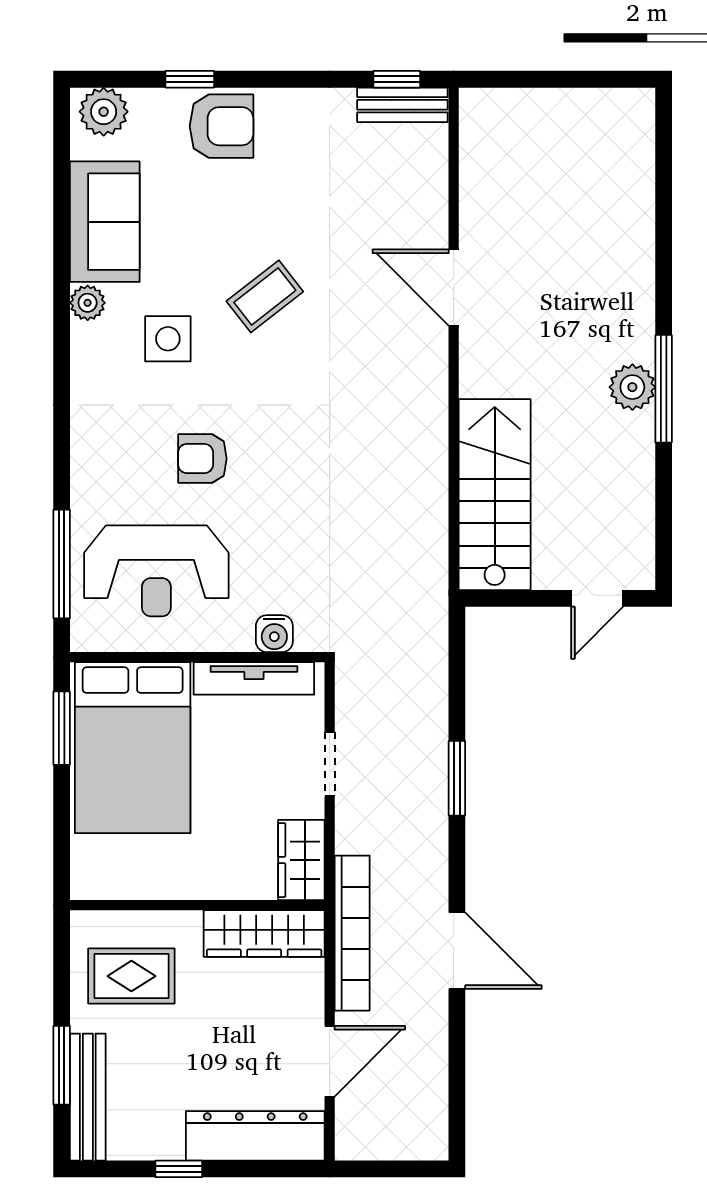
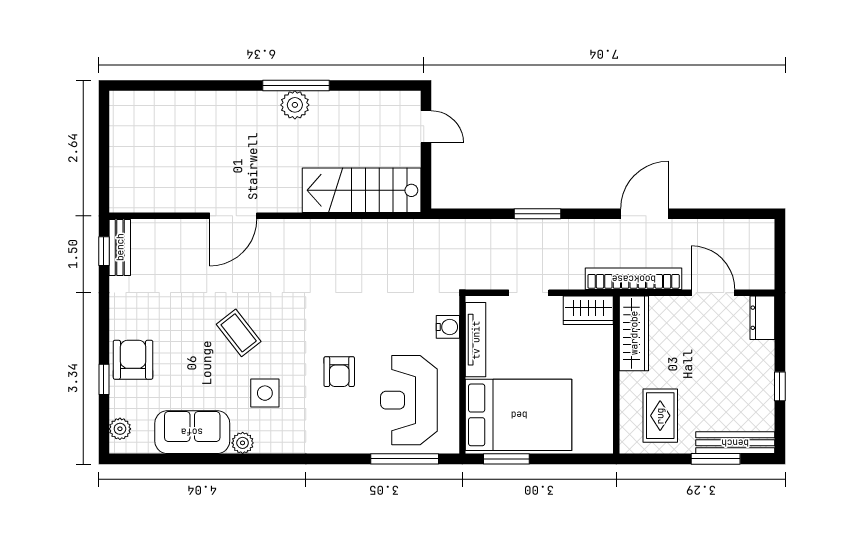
plant: (104, 112) -> (120, 429), width x0.73, depth x0.73
reception desk: (156, 571) -> (409, 400), turned 180
dresser: (255, 1136) -> (762, 318), width x0.51, depth x0.80

